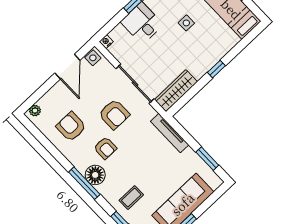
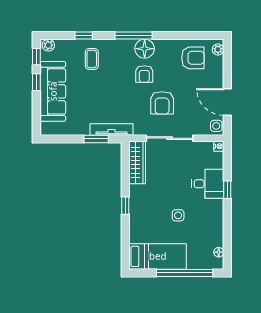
armchair: (114, 114) -> (162, 103), turned -90
armchair: (71, 127) -> (193, 58), moved
armchair: (105, 148) -> (144, 74), turned -90
window: (207, 159) -> (96, 139), moved
floor lamp: (95, 175) -> (145, 49), moved

